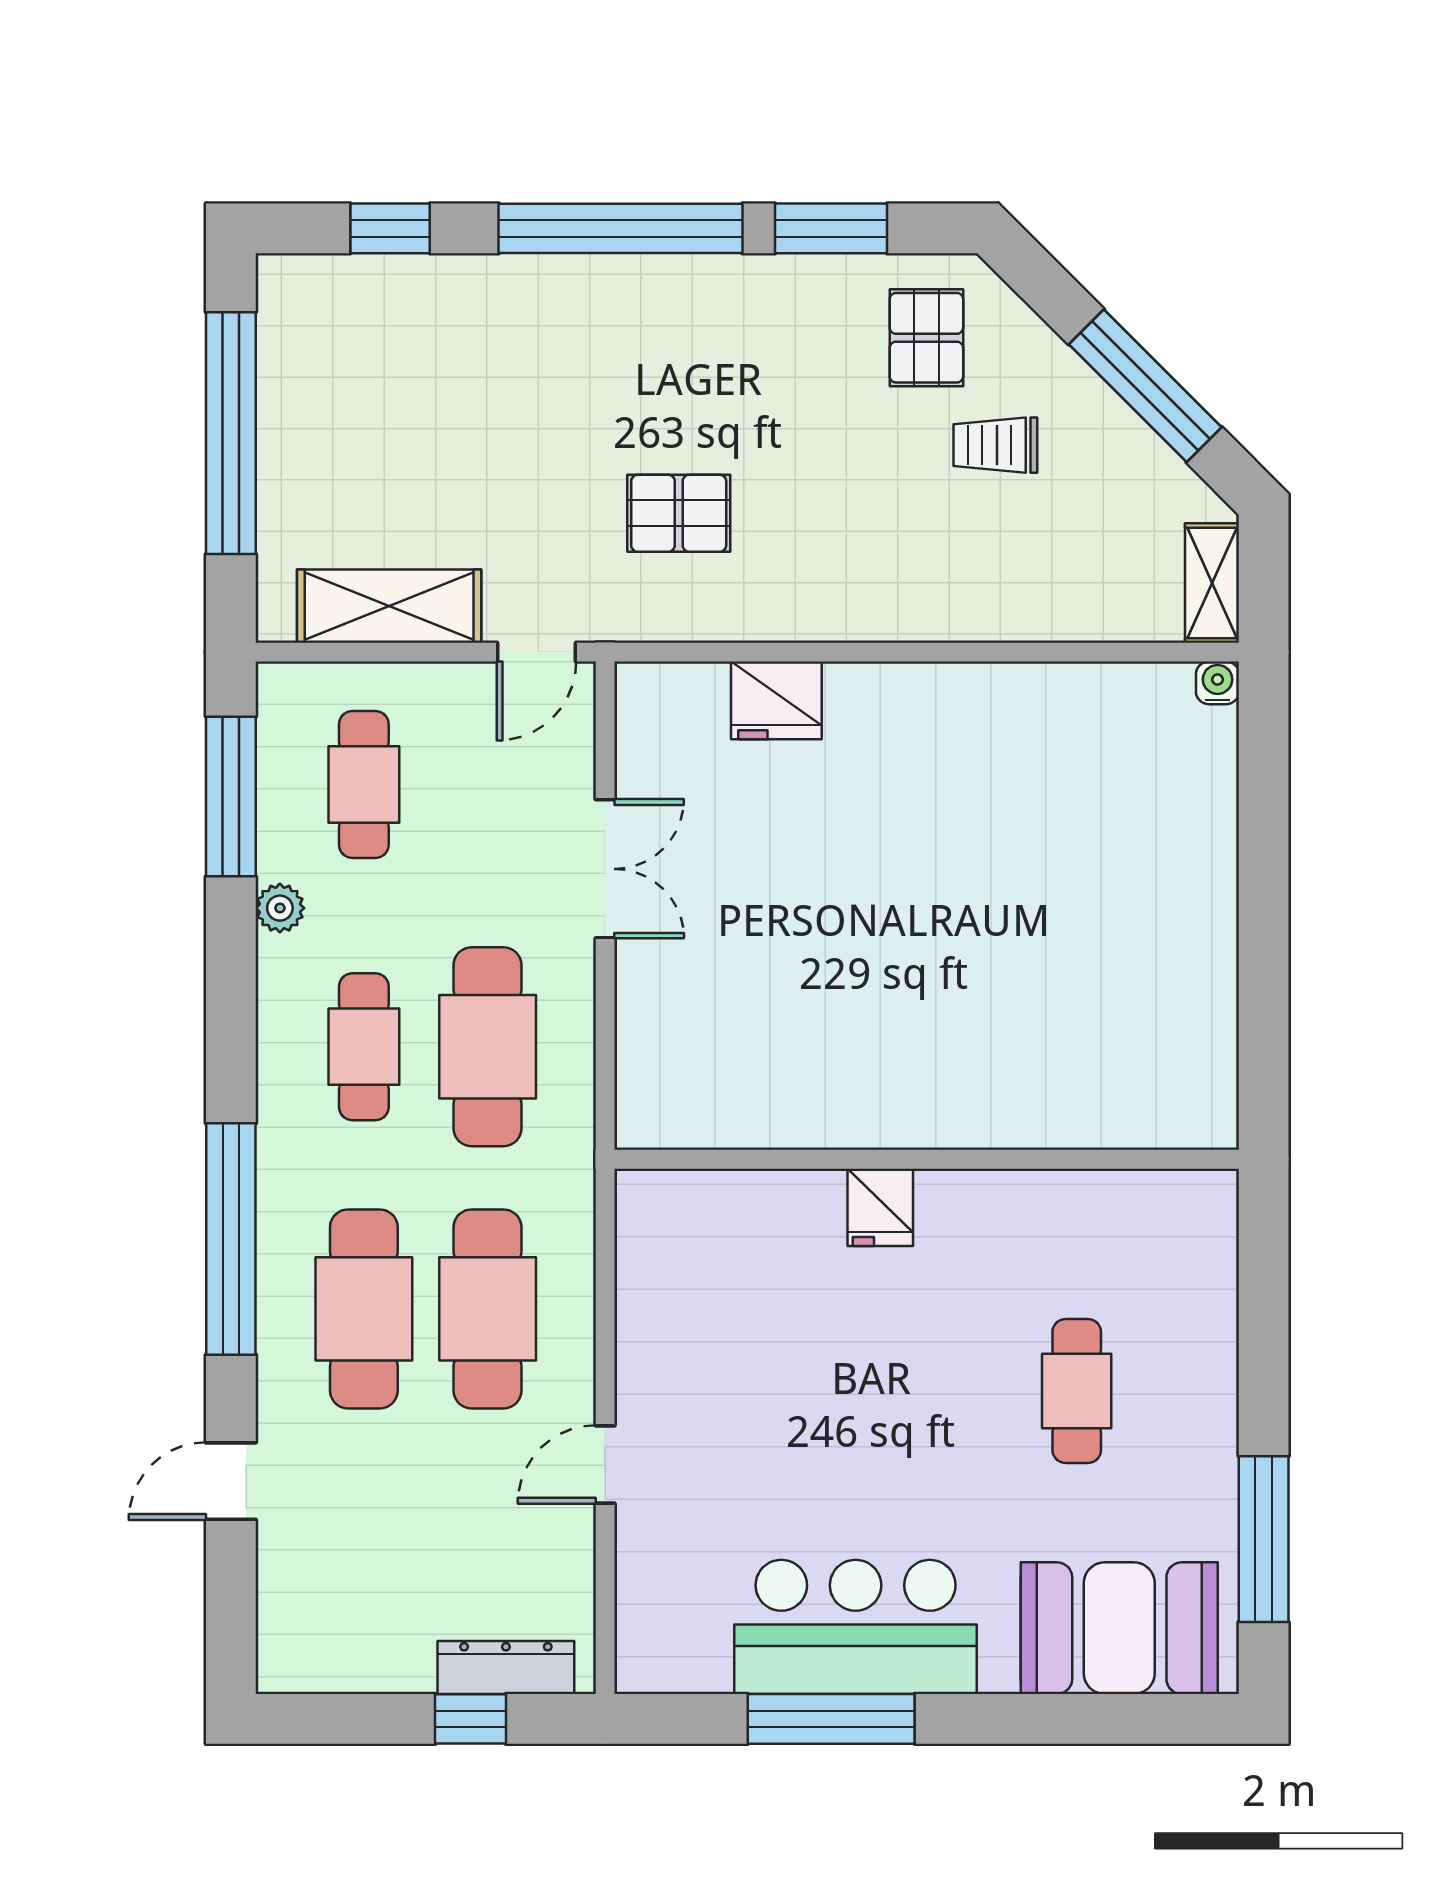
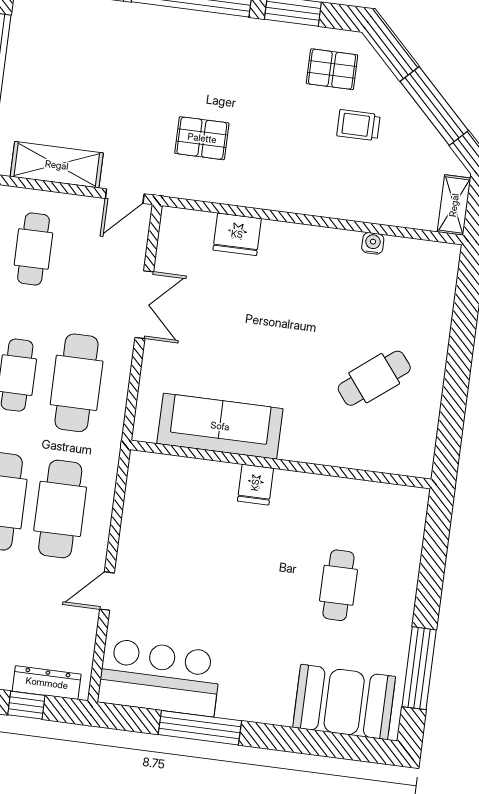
pallet: (926, 338) -> (332, 69), turned 90
water cooler: (1218, 683) -> (373, 243), moved
cafe table: (1095, 958) -> (374, 378), added
sofa: (792, 1097) -> (220, 426), added
bar counter: (856, 1627) -> (160, 677), moved

